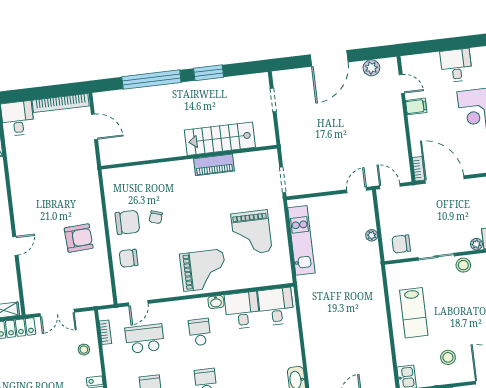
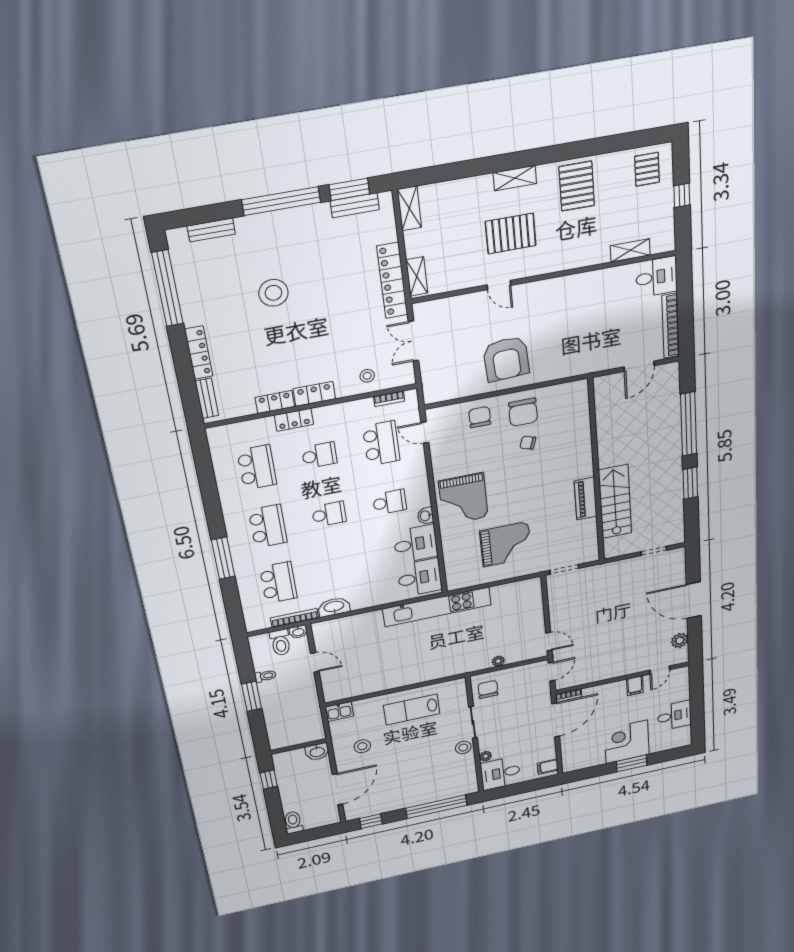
grand piano: (251, 233) -> (506, 544), turned 180
armchair: (79, 238) -> (506, 359), width x1.36, depth x1.36
kitchen unit: (301, 240) -> (437, 607), moved, width x1.36

